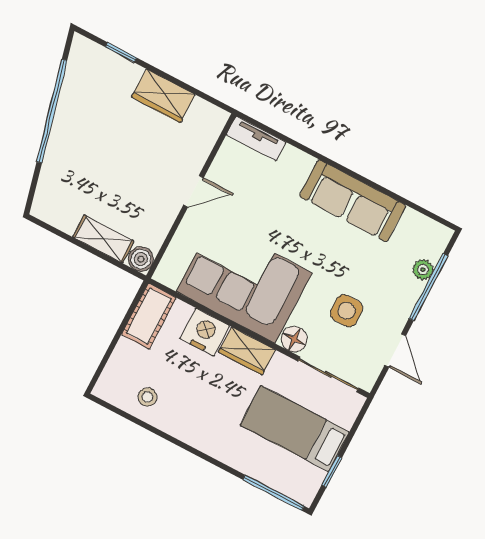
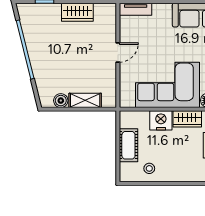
boiler: (141, 259) -> (61, 101), moved
cot: (149, 316) -> (128, 145), moved

